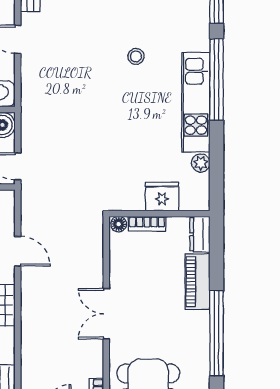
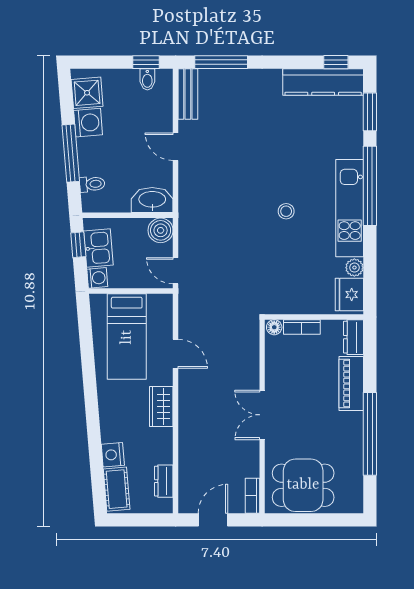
stool: (136, 56) -> (286, 211), moved
fridge: (162, 197) -> (349, 295), moved, turned -90

